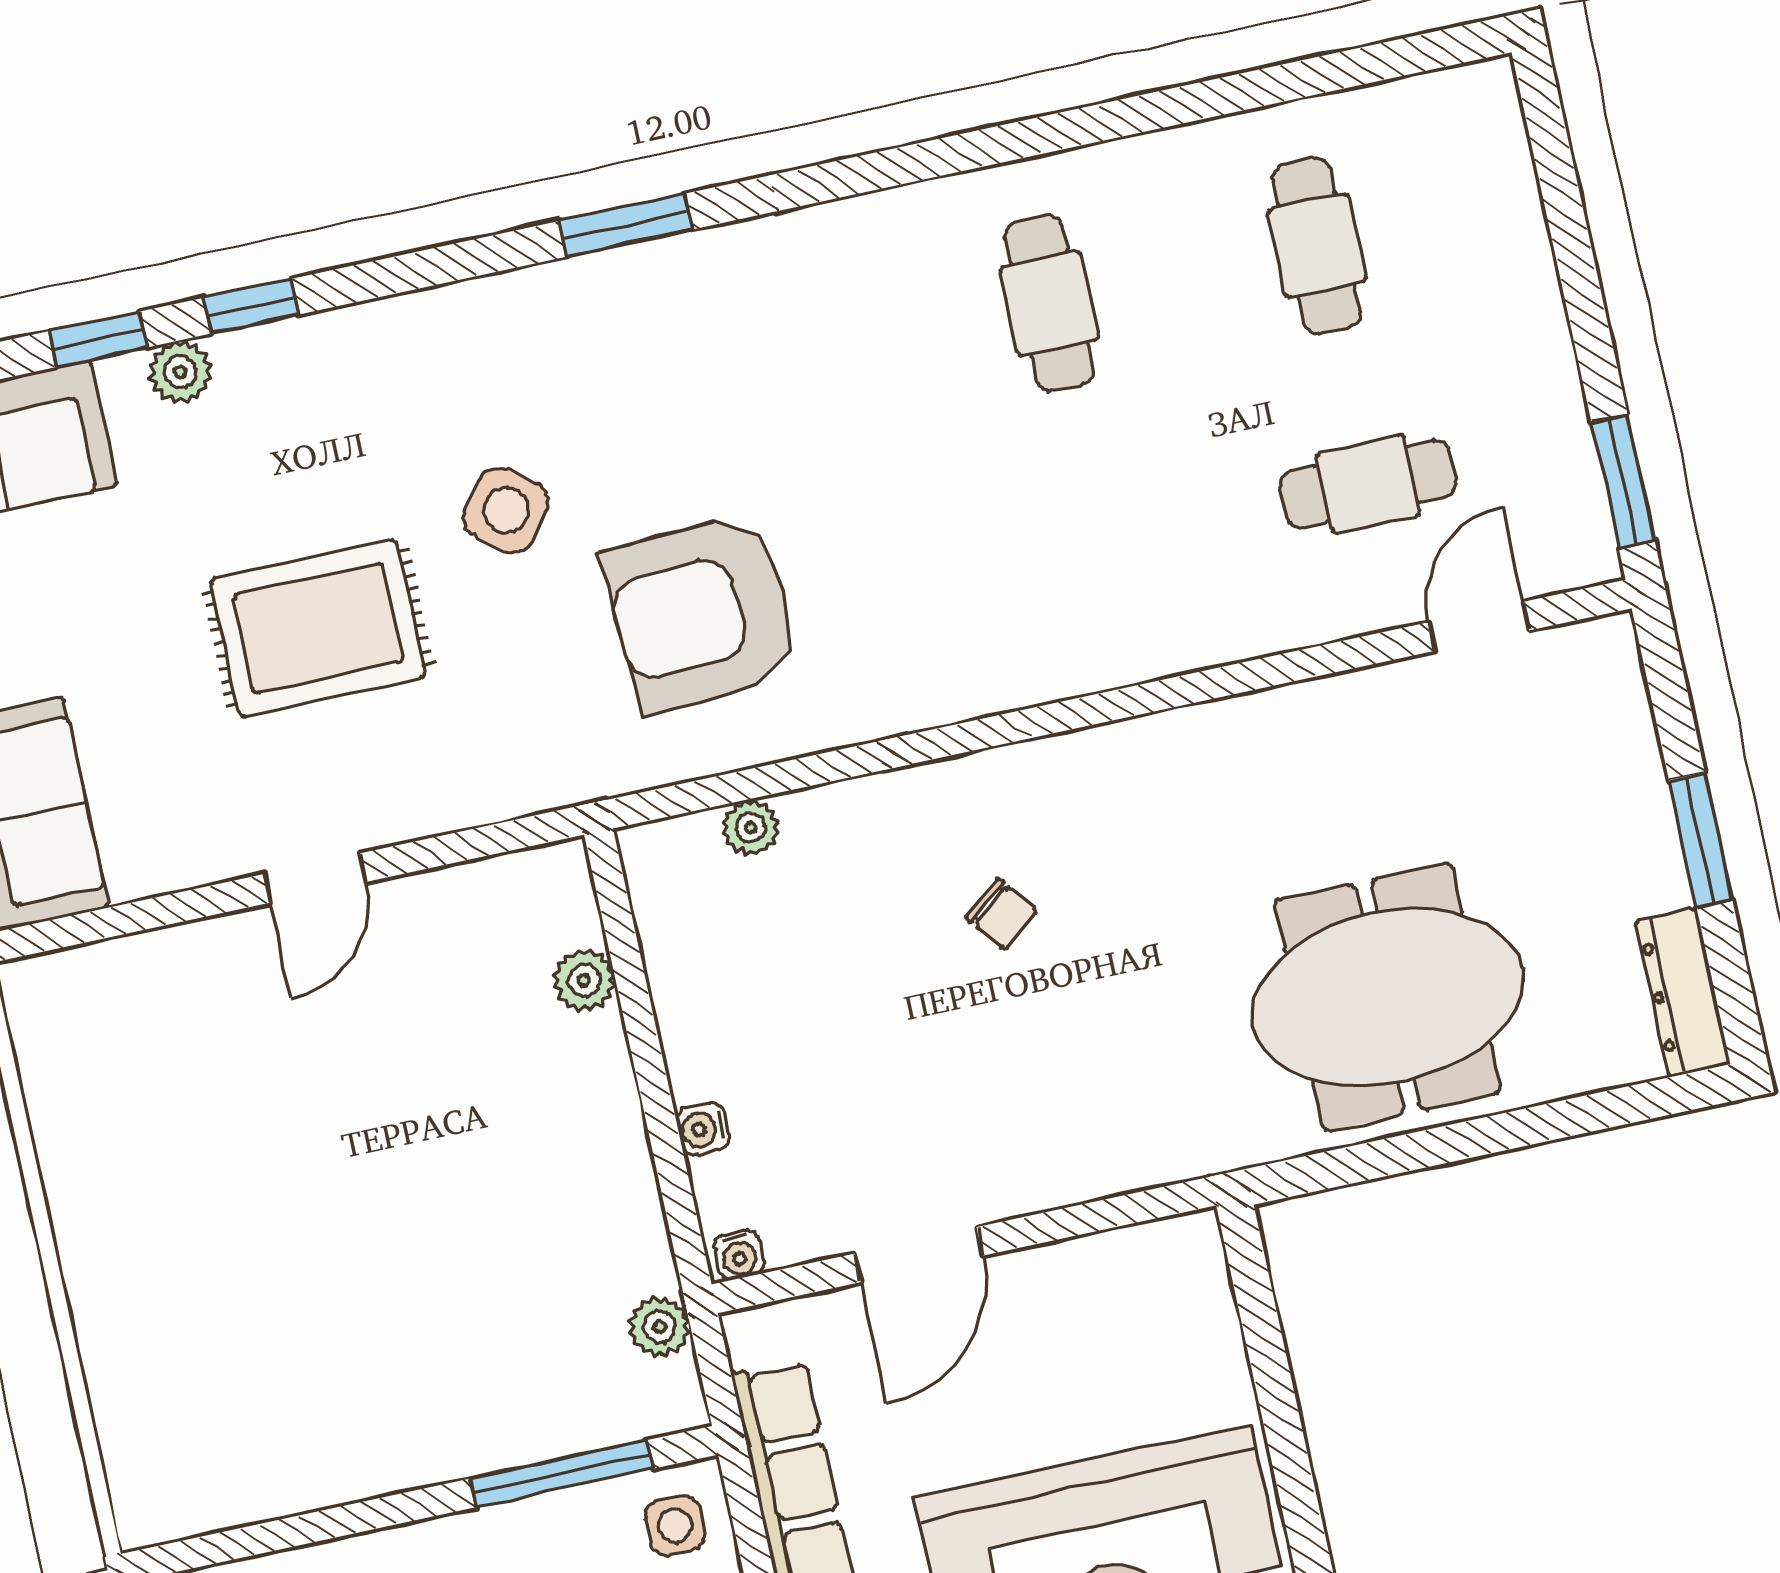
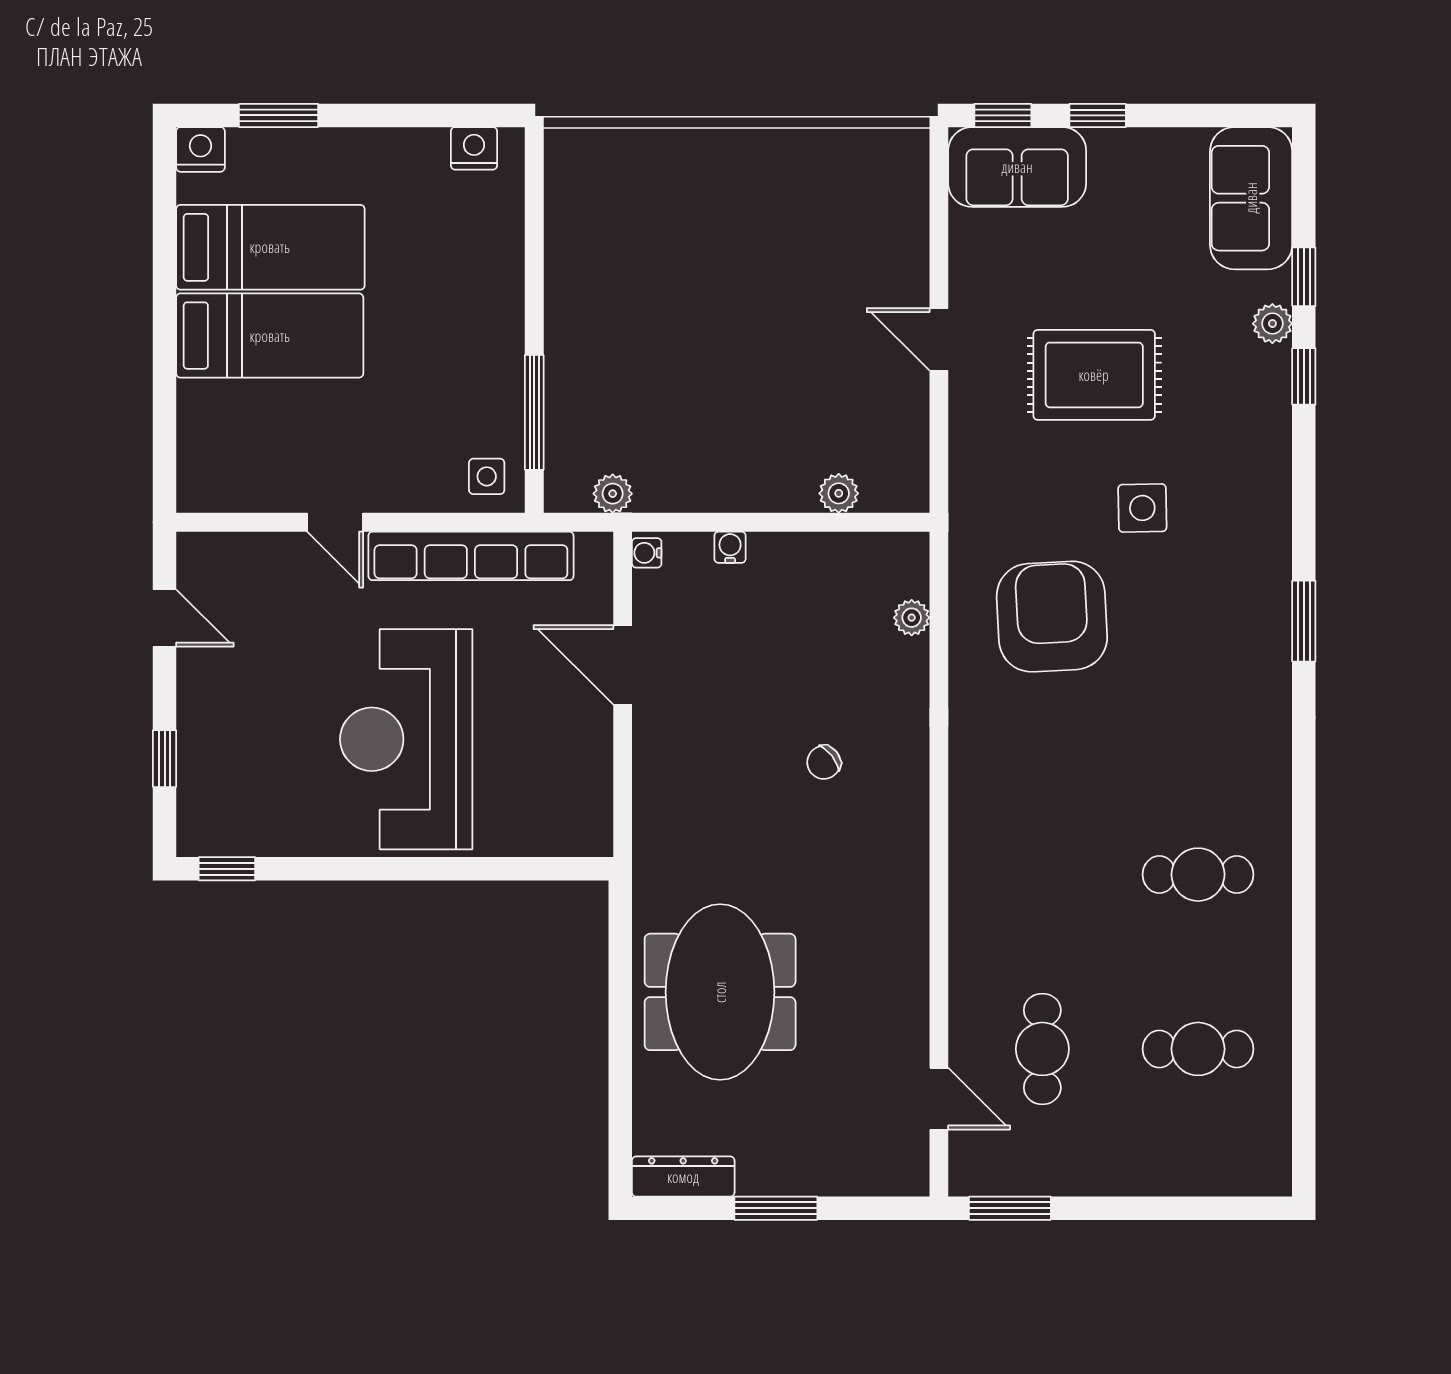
side table: (506, 510) -> (1142, 508), turned -38
rug: (318, 628) -> (1094, 375), turned 90

